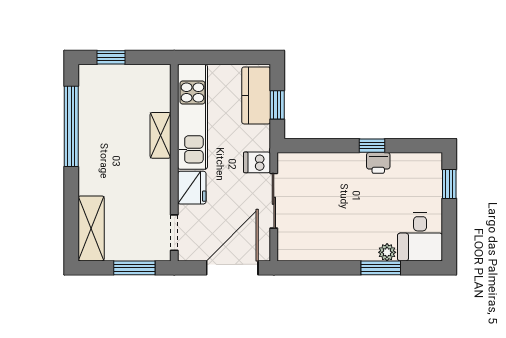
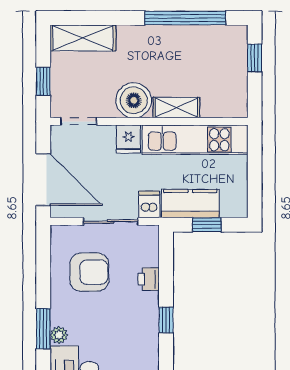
kitchen counter: (256, 95) -> (190, 204), moved
printer: (378, 163) -> (149, 279), moved
boiler: (153, 178) -> (134, 100), added
fridge: (192, 188) -> (128, 139), width x0.72
armchair: (324, 222) -> (89, 272), added
window: (134, 268) -> (43, 81), width x0.67

